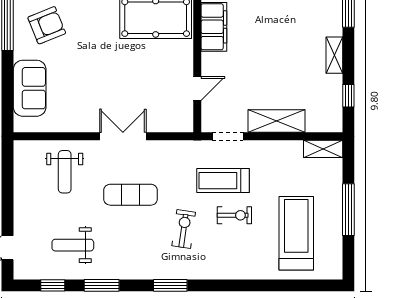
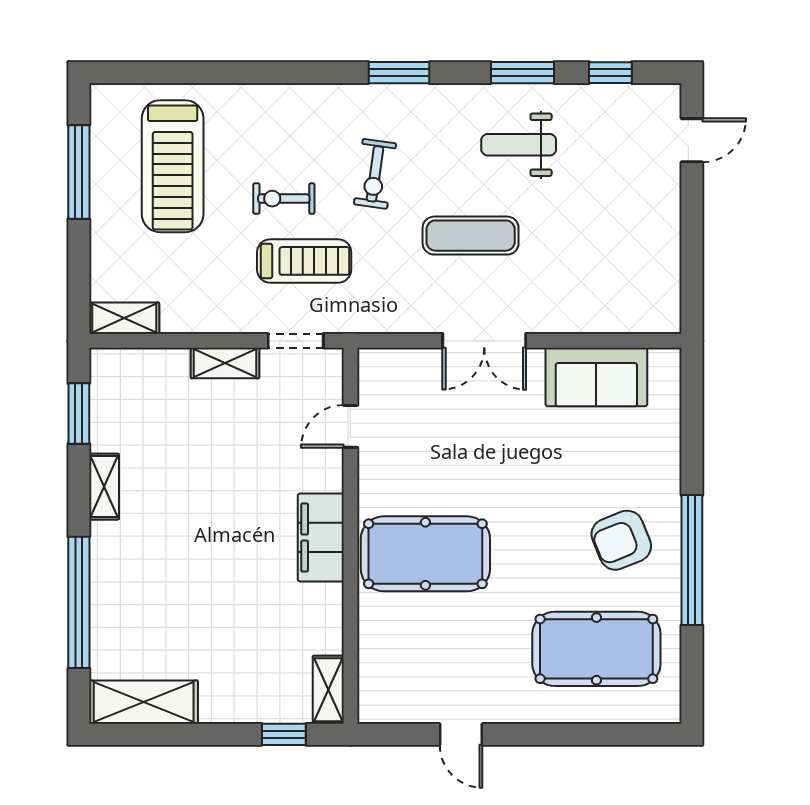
sofa: (30, 88) -> (596, 377), moved, turned -90
window: (348, 96) -> (79, 413), width x1.50
shelving: (277, 121) -> (225, 363), width x0.67, depth x0.75
weight bench: (65, 172) -> (589, 277), removed
window: (348, 210) -> (79, 172), moved
weight bench: (73, 245) -> (519, 145), moved, turned 180

